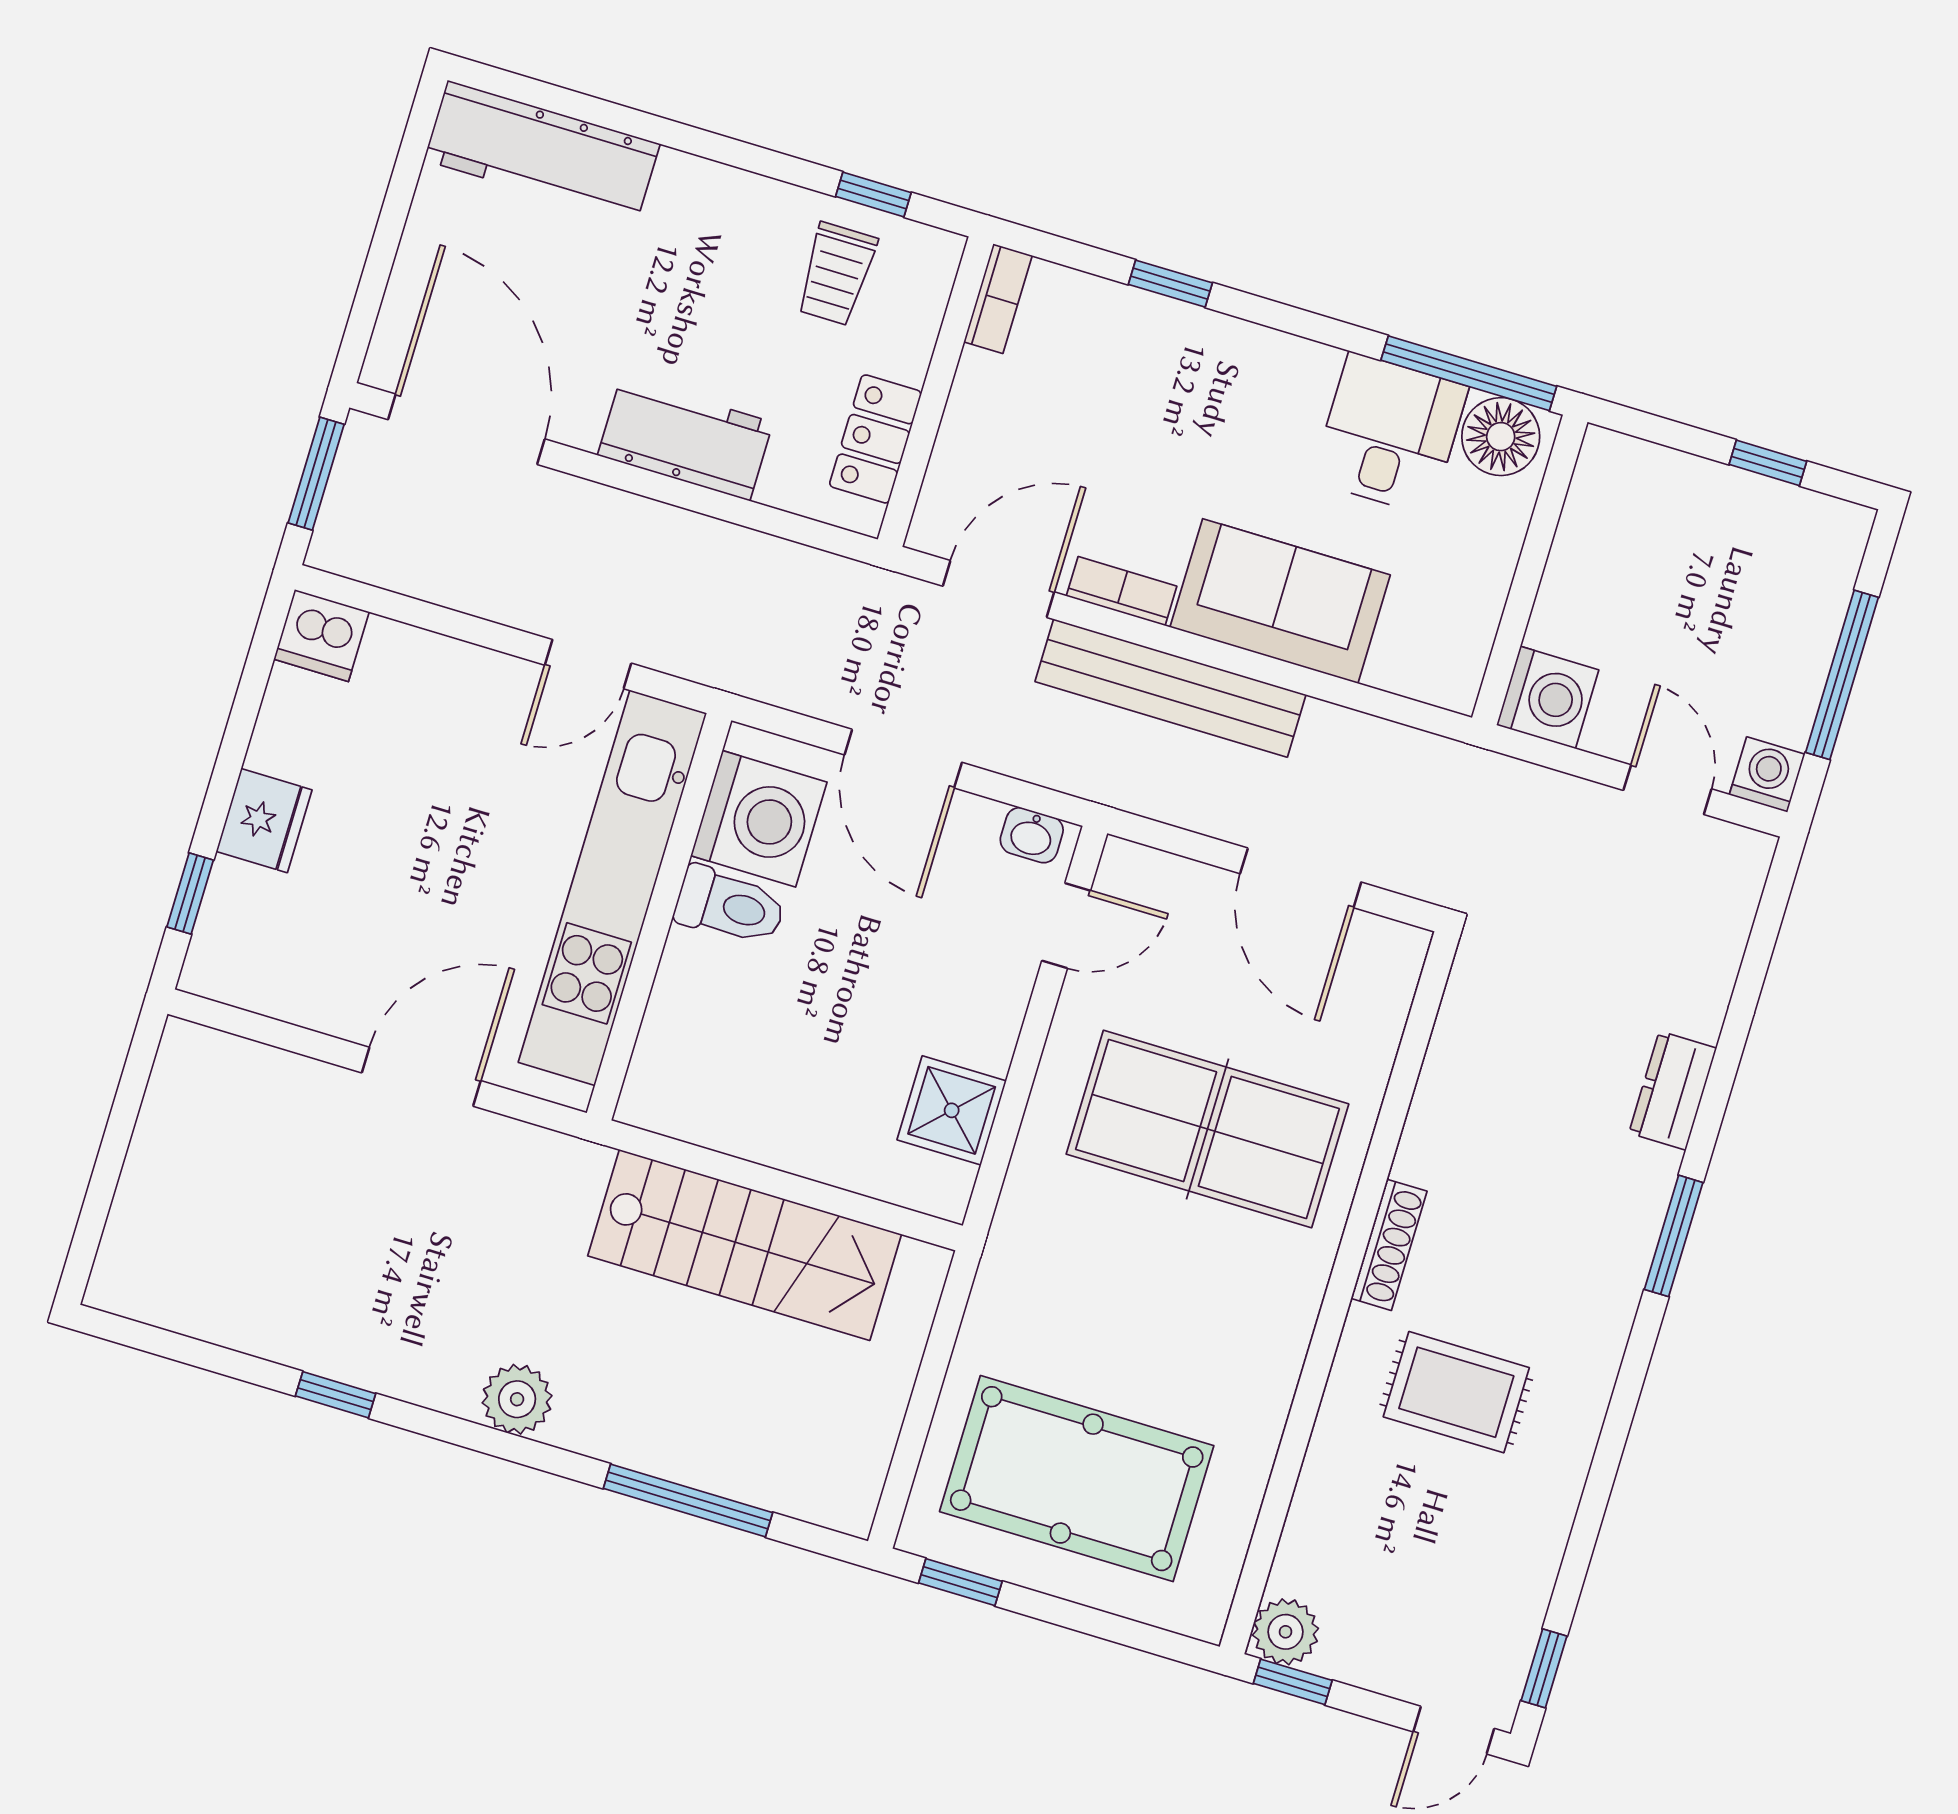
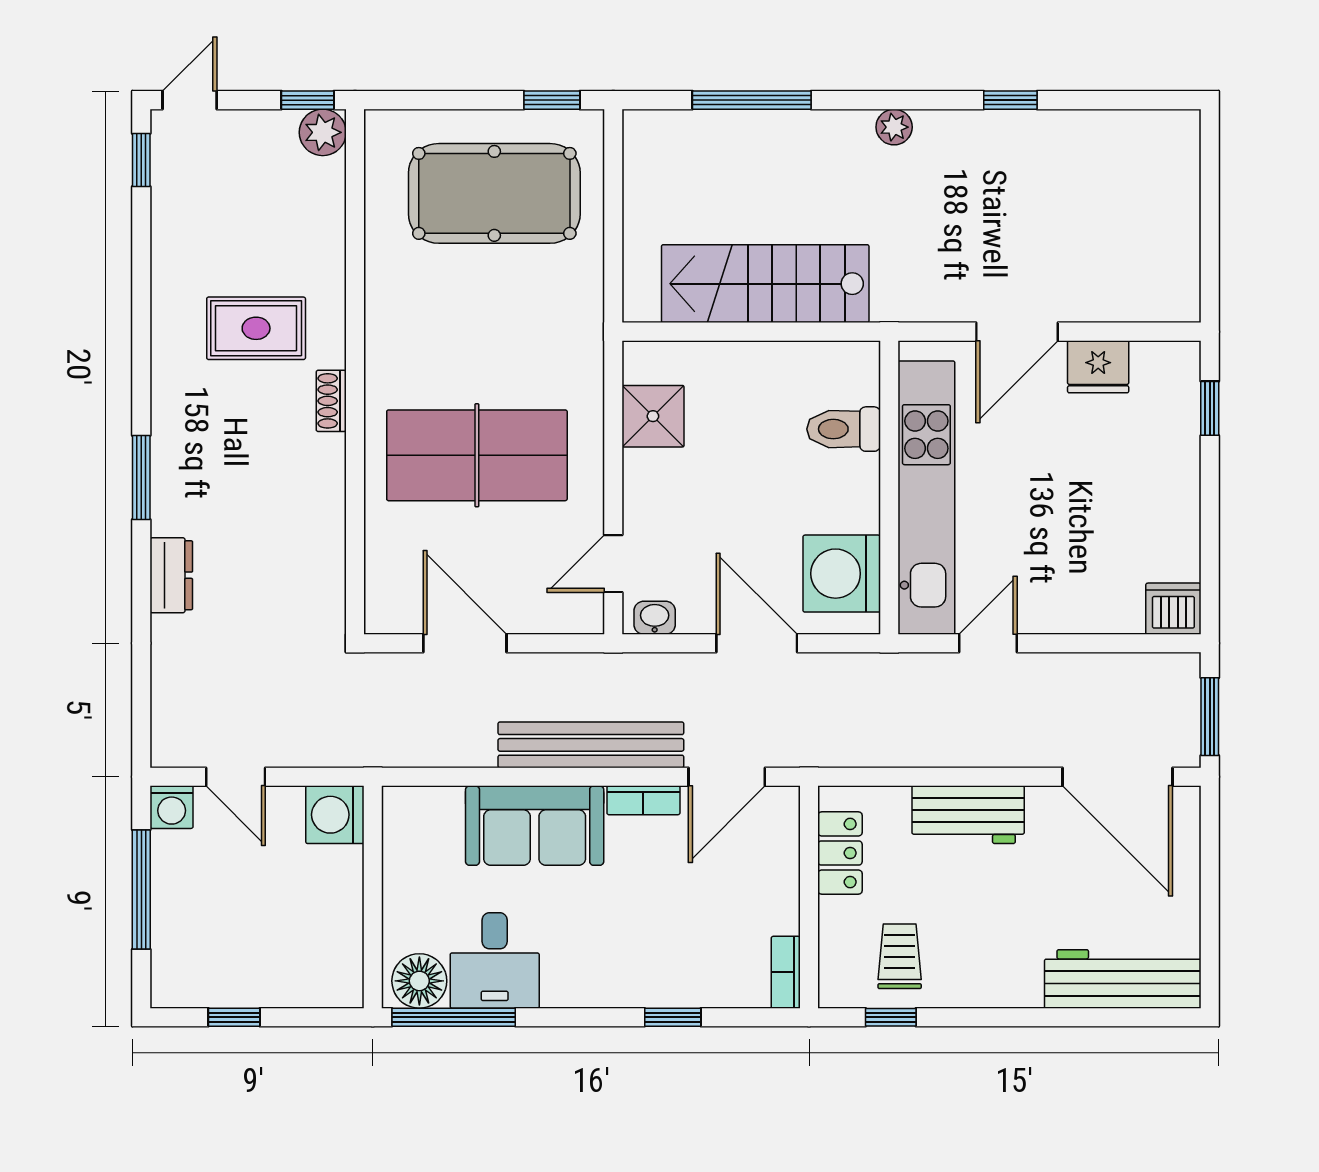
fridge: (264, 821) -> (1098, 367), moved, turned -90
toilet: (730, 906) -> (844, 429), moved
shoe rack: (1389, 1245) -> (331, 401), width x0.70
plant: (517, 1399) -> (894, 127), width x0.73, depth x0.73

